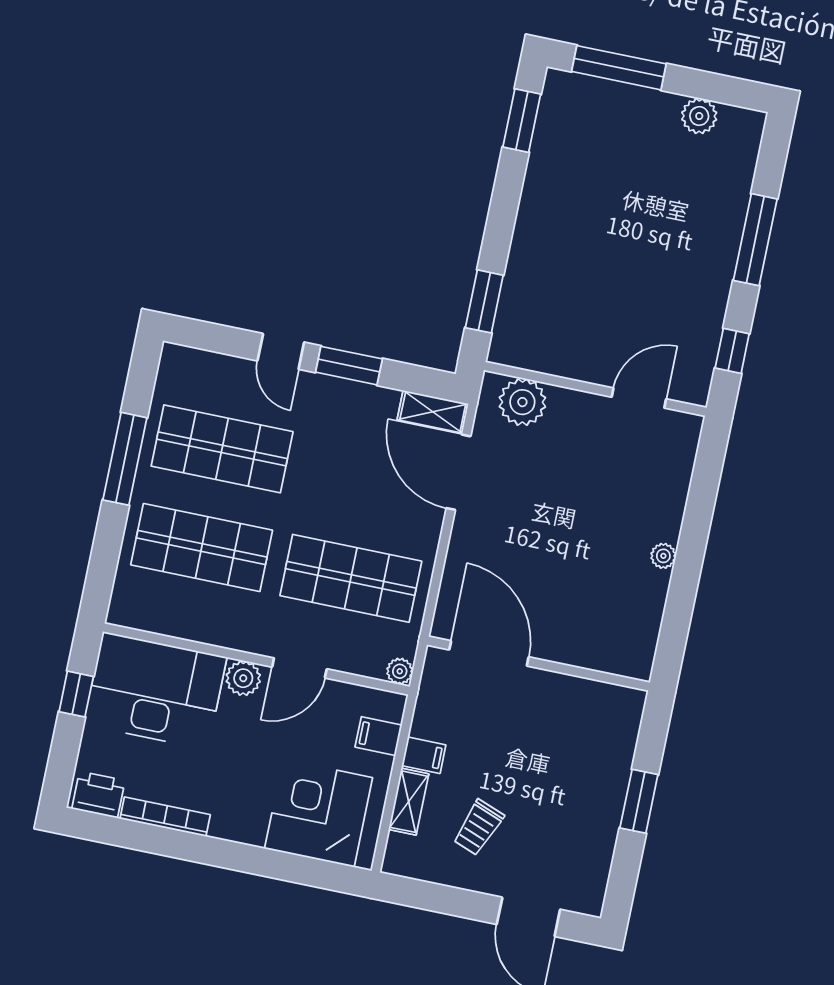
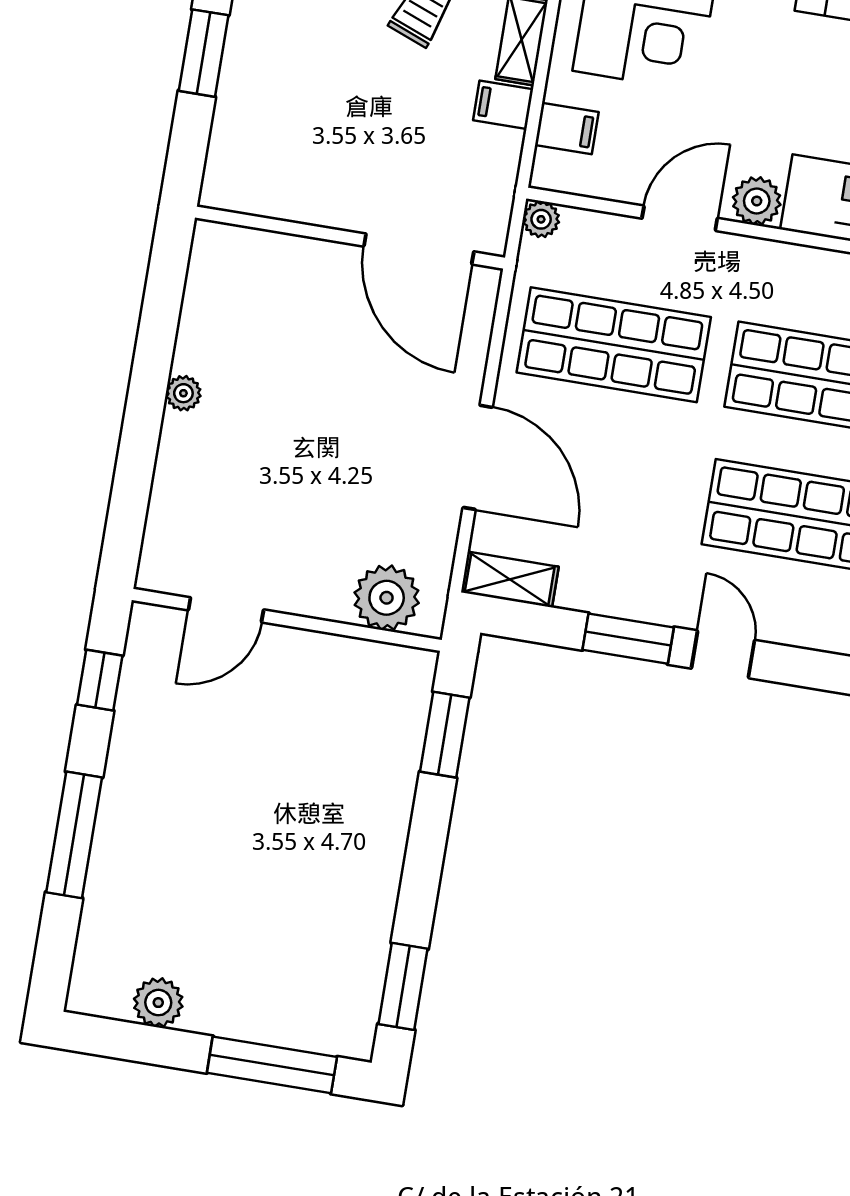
door: (458, 472) -> (478, 457), moved

